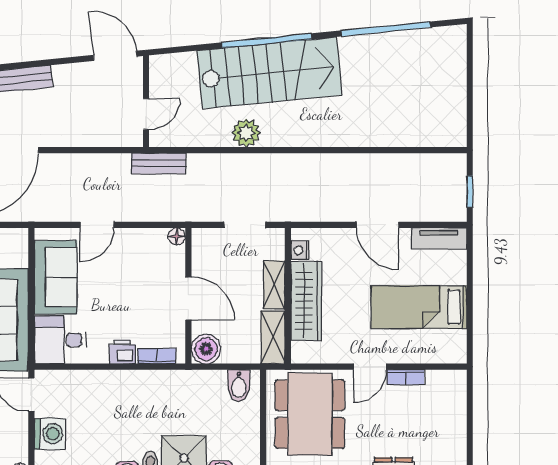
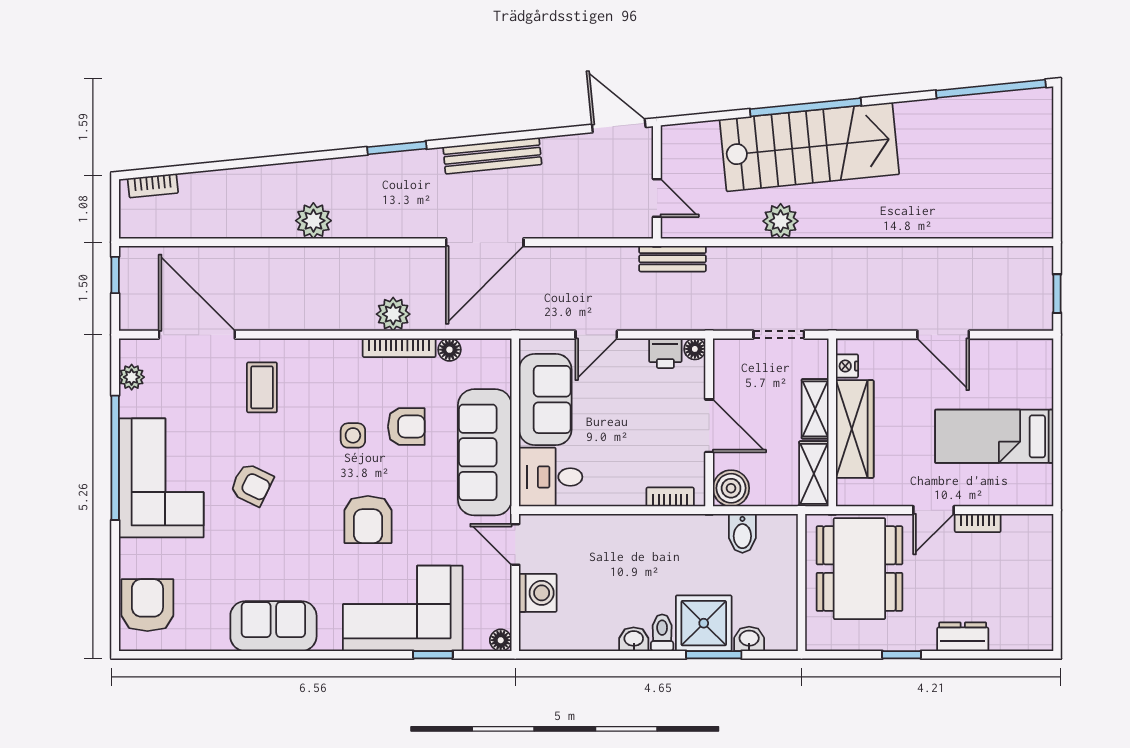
window: (386, 29) -> (991, 89), moved
door: (146, 114) -> (657, 198), hinge flipped
tv unit: (439, 238) -> (1019, 351), removed
printer: (122, 352) -> (665, 353), moved, turned 180
bidet: (239, 386) -> (742, 533), moved

